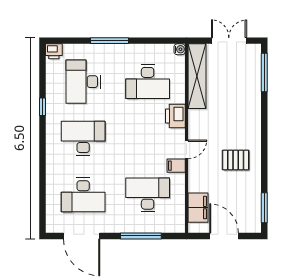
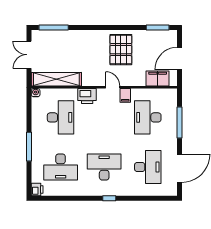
window: (43, 107) -> (109, 198), moved
desk: (83, 138) -> (104, 167), turned 90
pallet: (236, 160) -> (121, 50), width x1.50, depth x1.42

